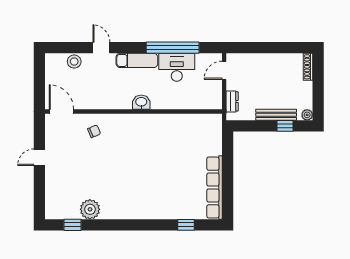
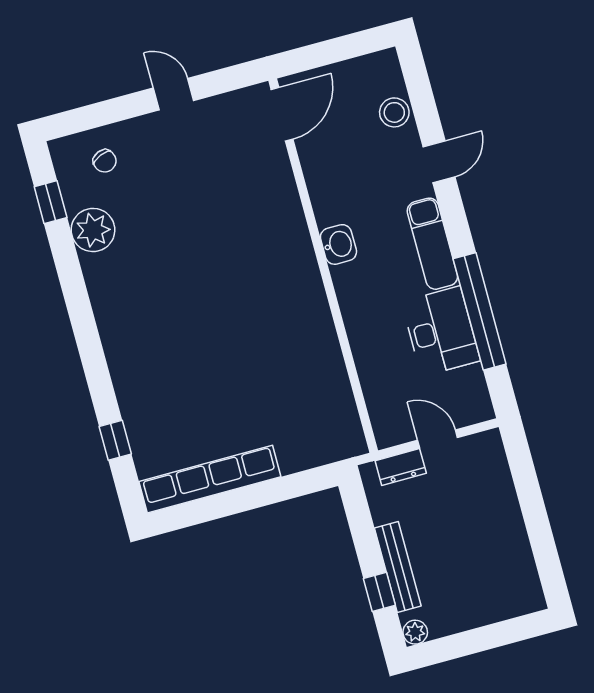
shoe rack: (308, 67) -> (517, 607), removed
door: (224, 70) -> (438, 439), moved
washbasin: (141, 102) -> (338, 244), moved
chair: (94, 131) -> (105, 161), moved

